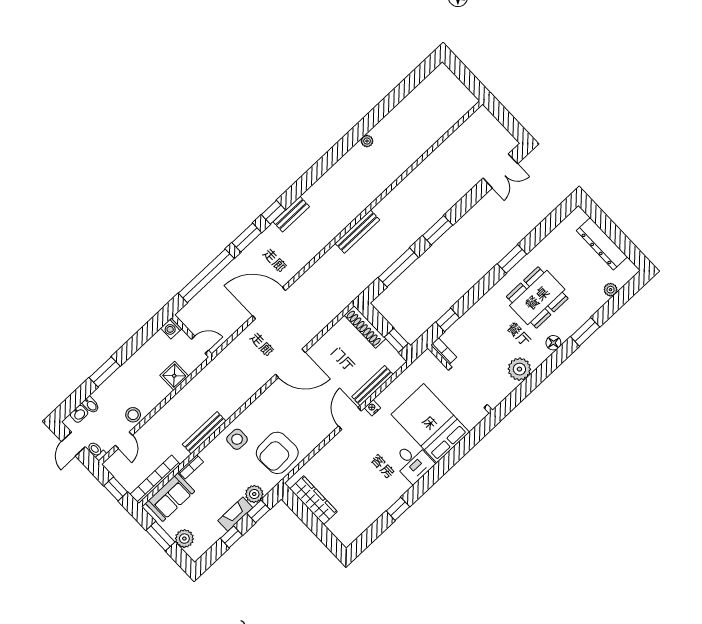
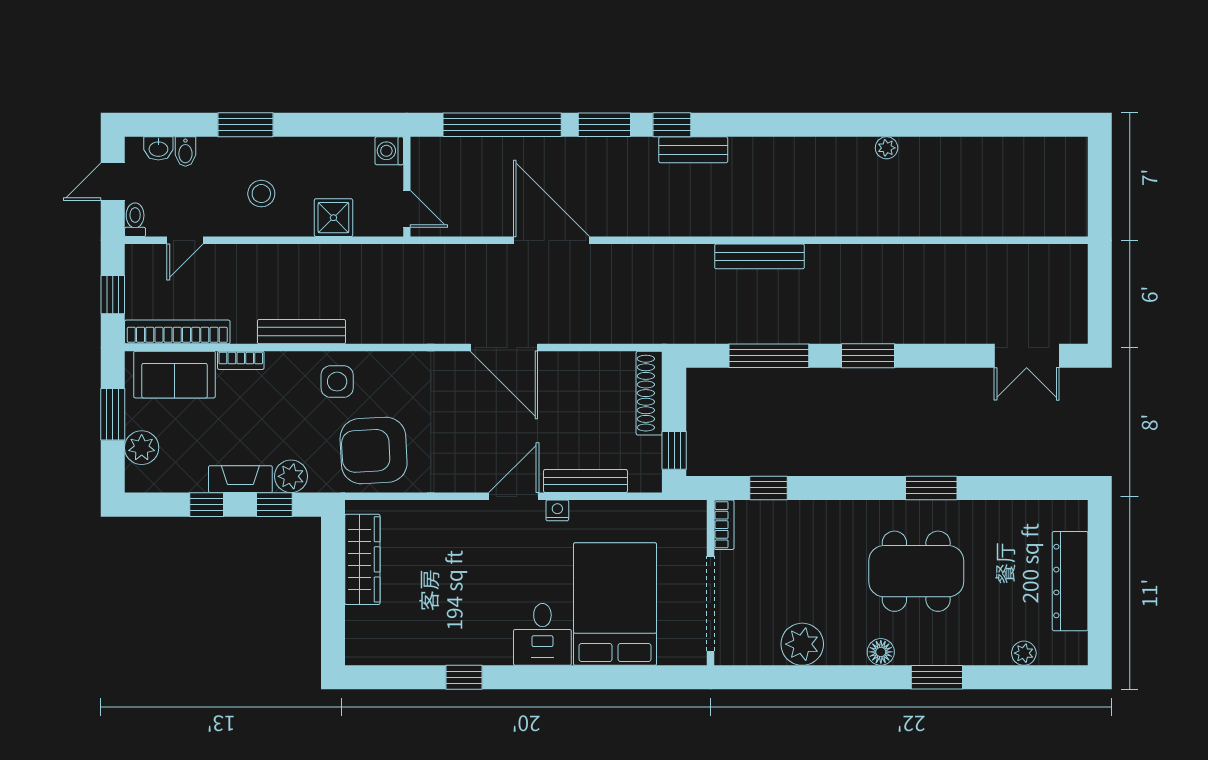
stool: (133, 415) -> (261, 194), moved

